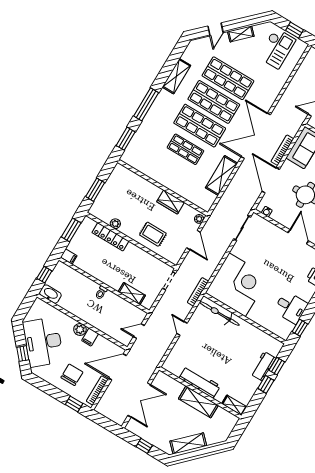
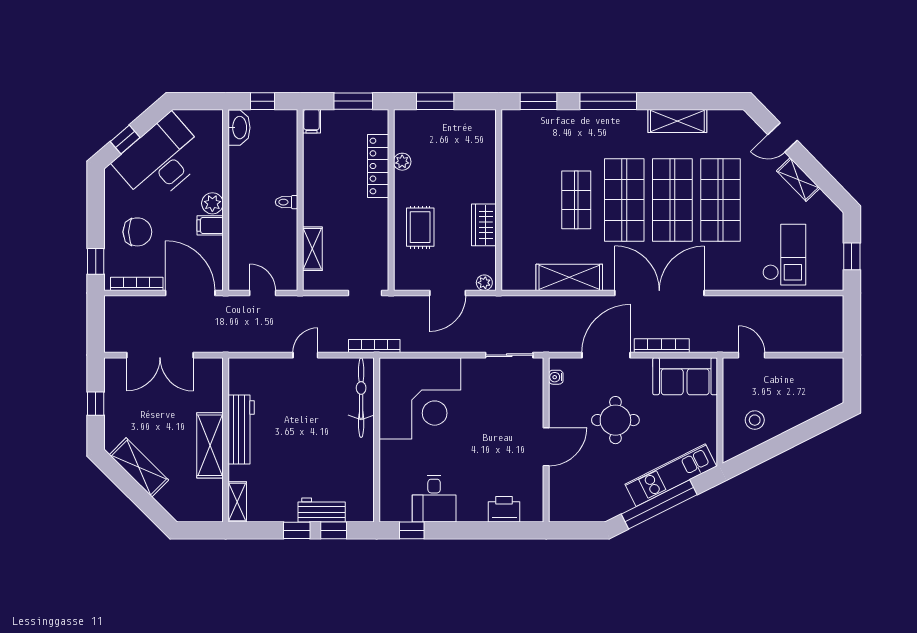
checkout: (277, 48) -> (784, 255), moved, turned -90

